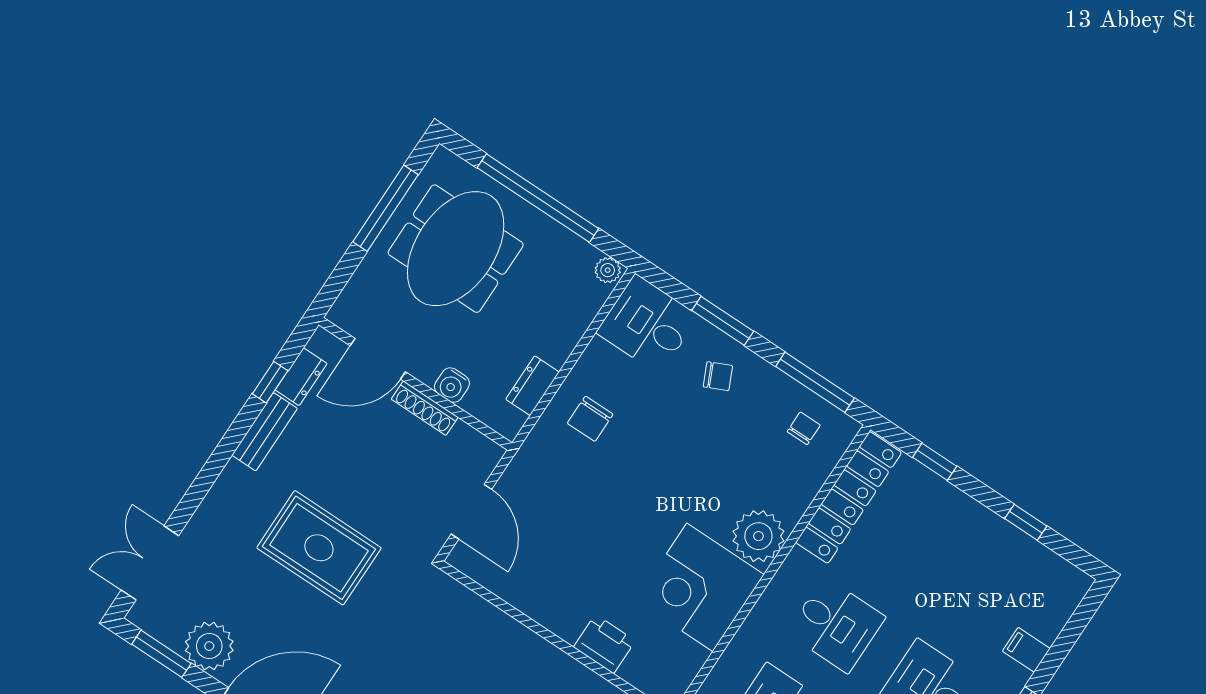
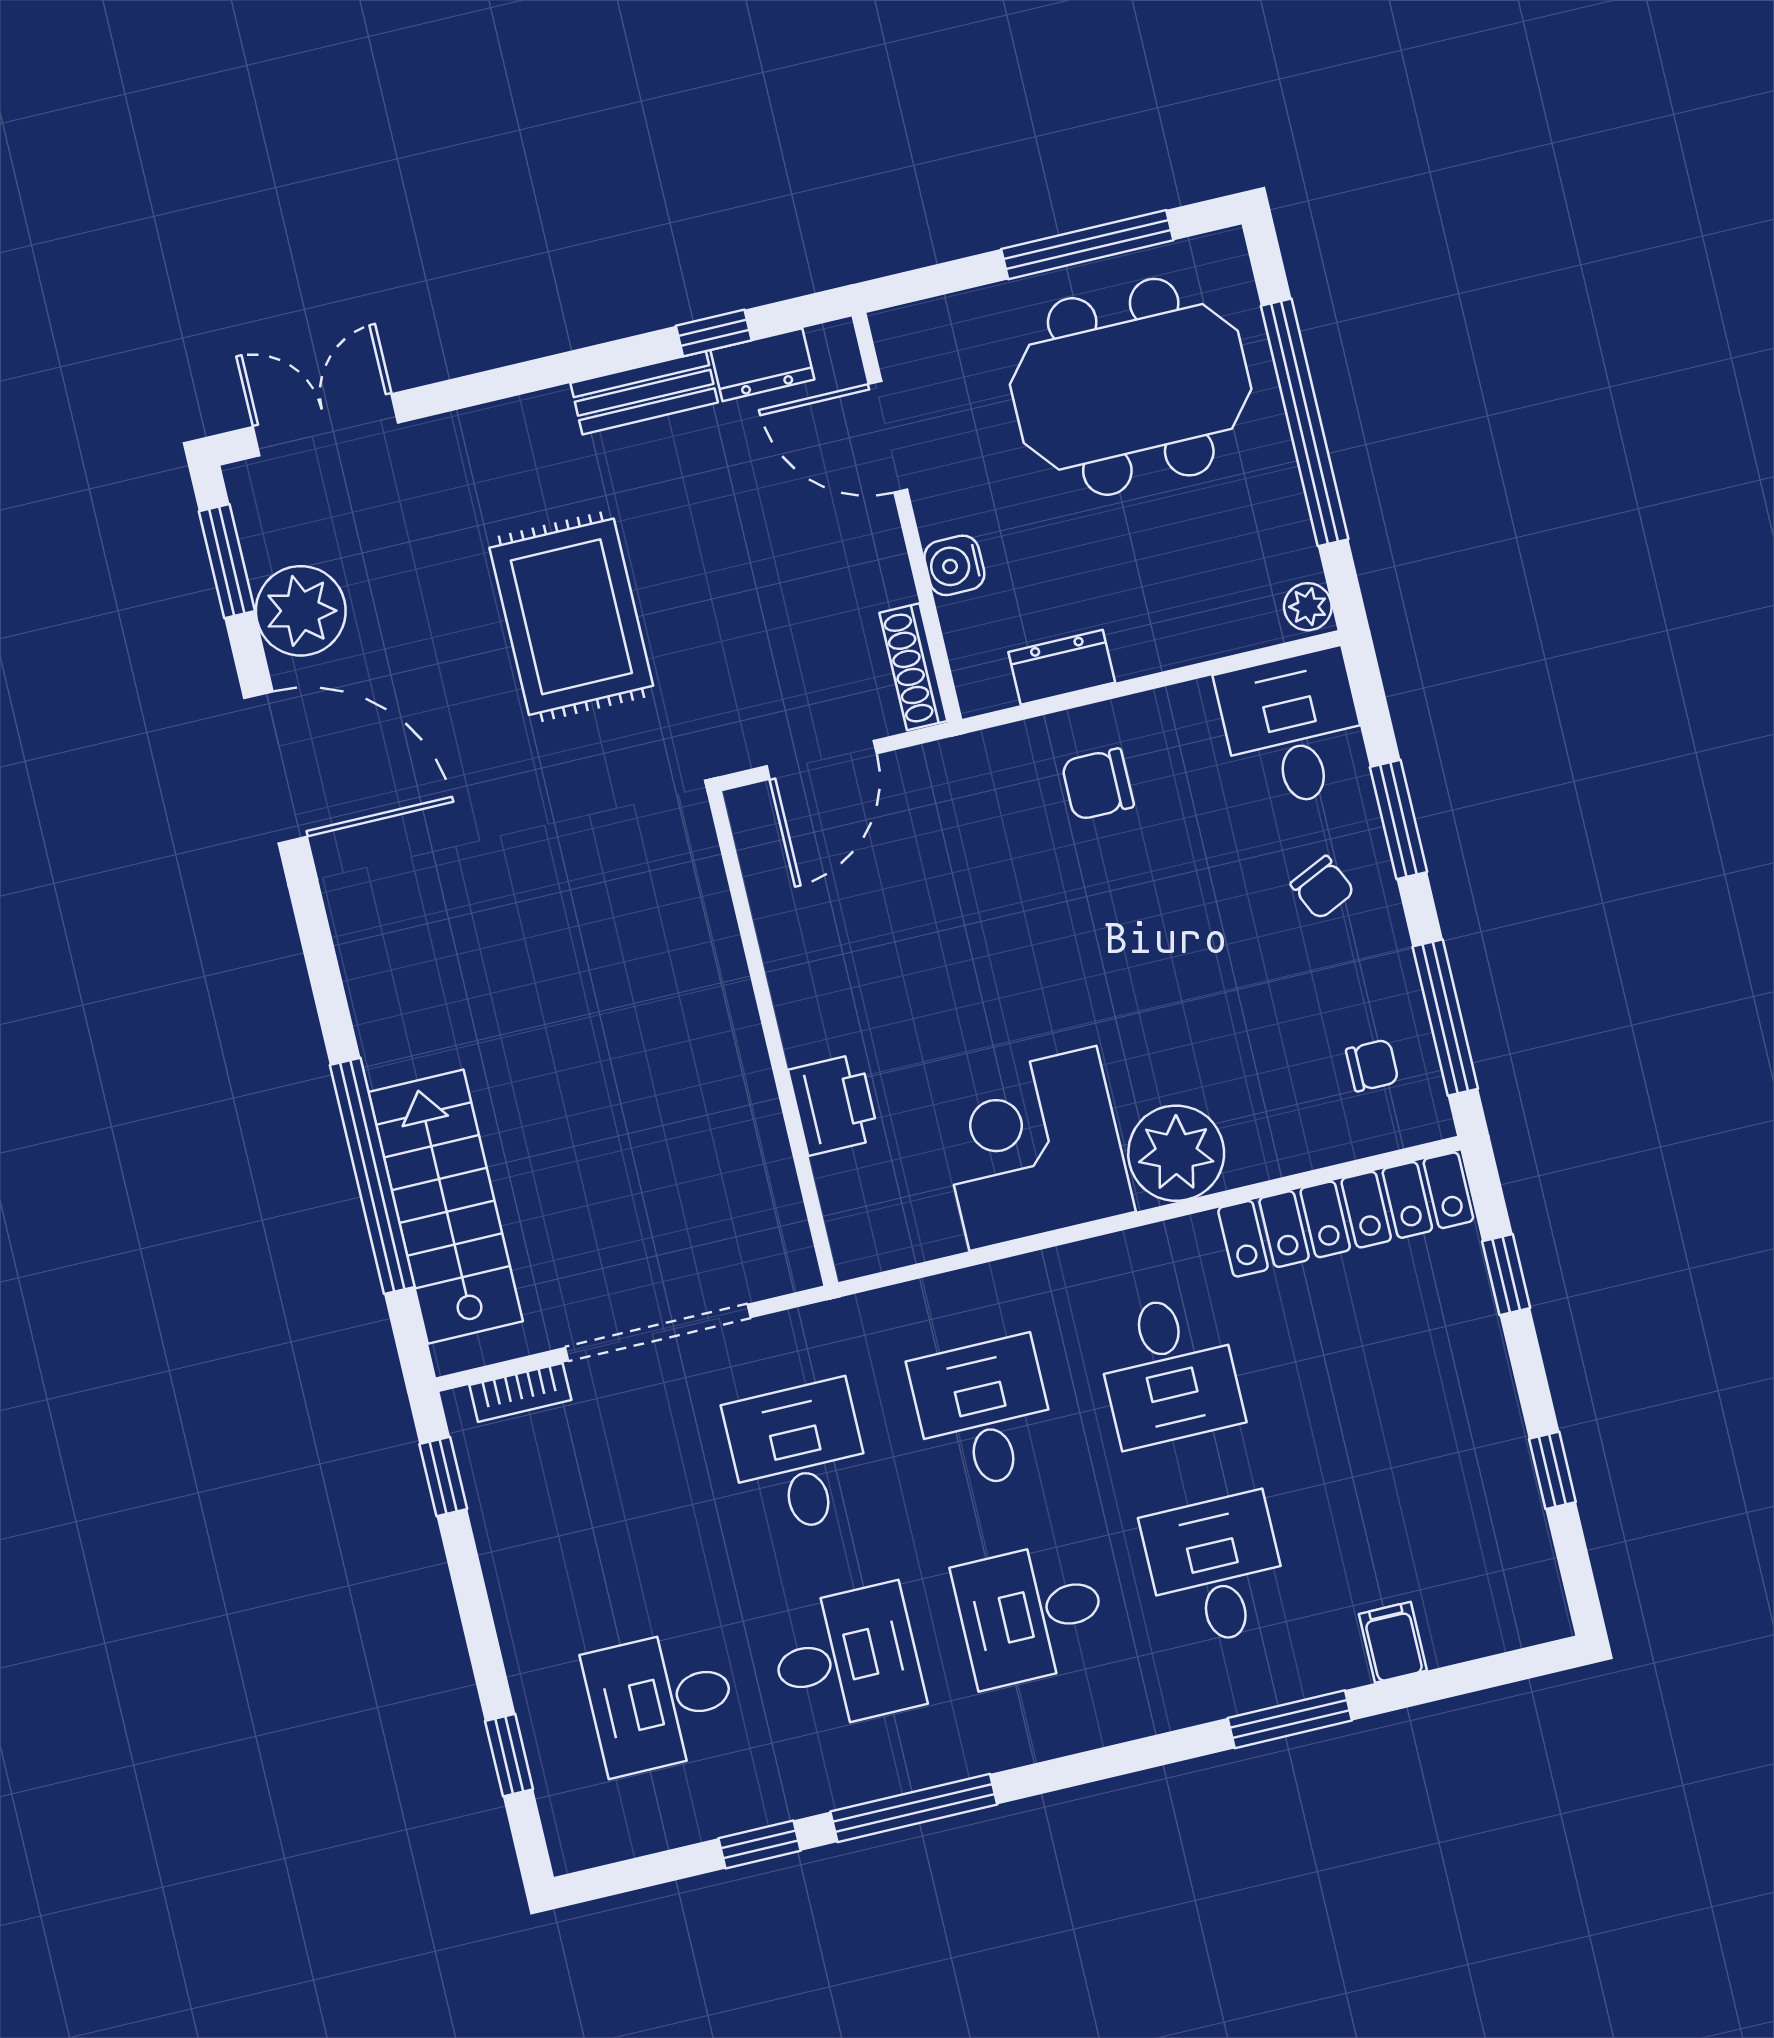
shoe rack: (425, 408) -> (913, 667), moved

